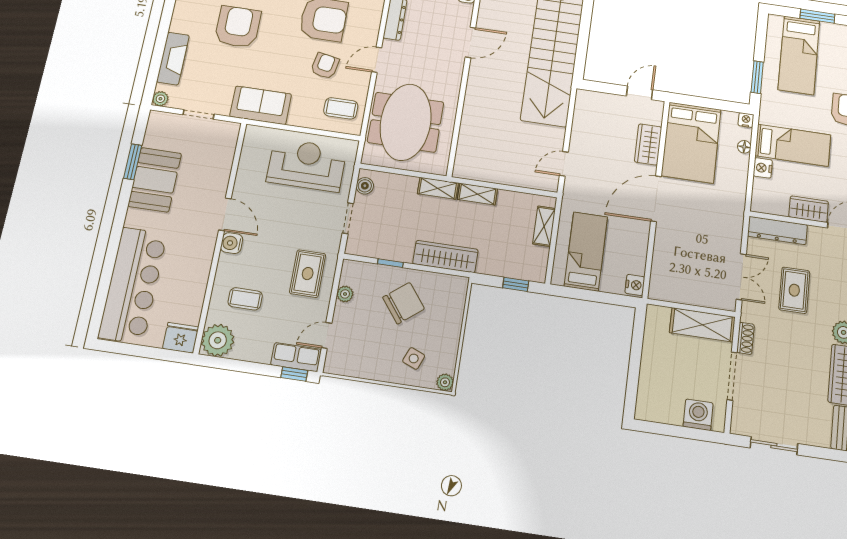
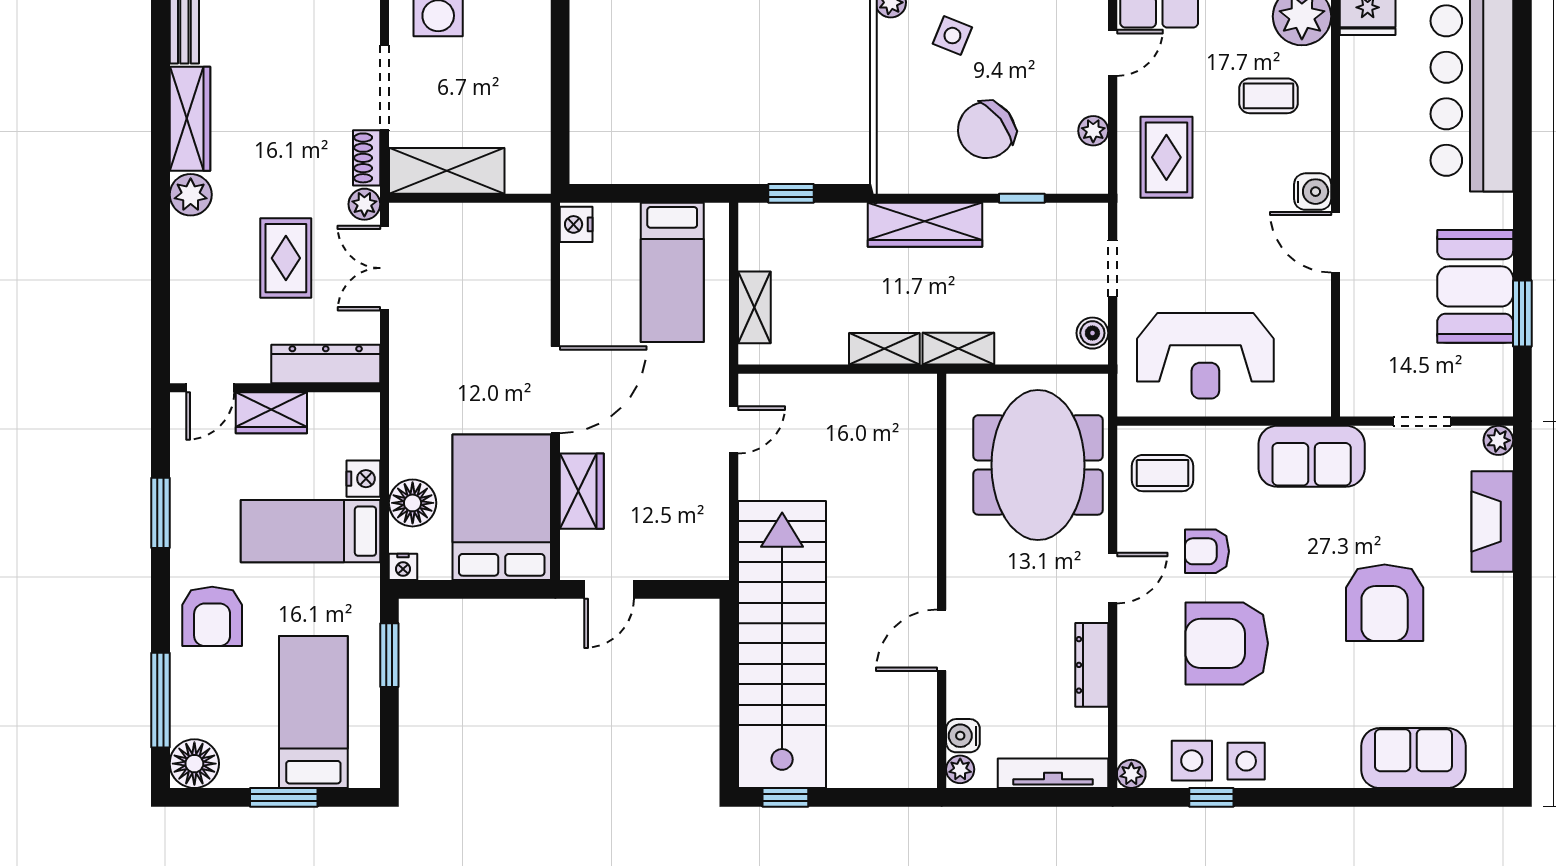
armchair: (325, 66) -> (1207, 551), turned 79
floor lamp: (744, 147) -> (413, 503), width x1.89, depth x1.89
plant: (749, 313) -> (364, 204), added

